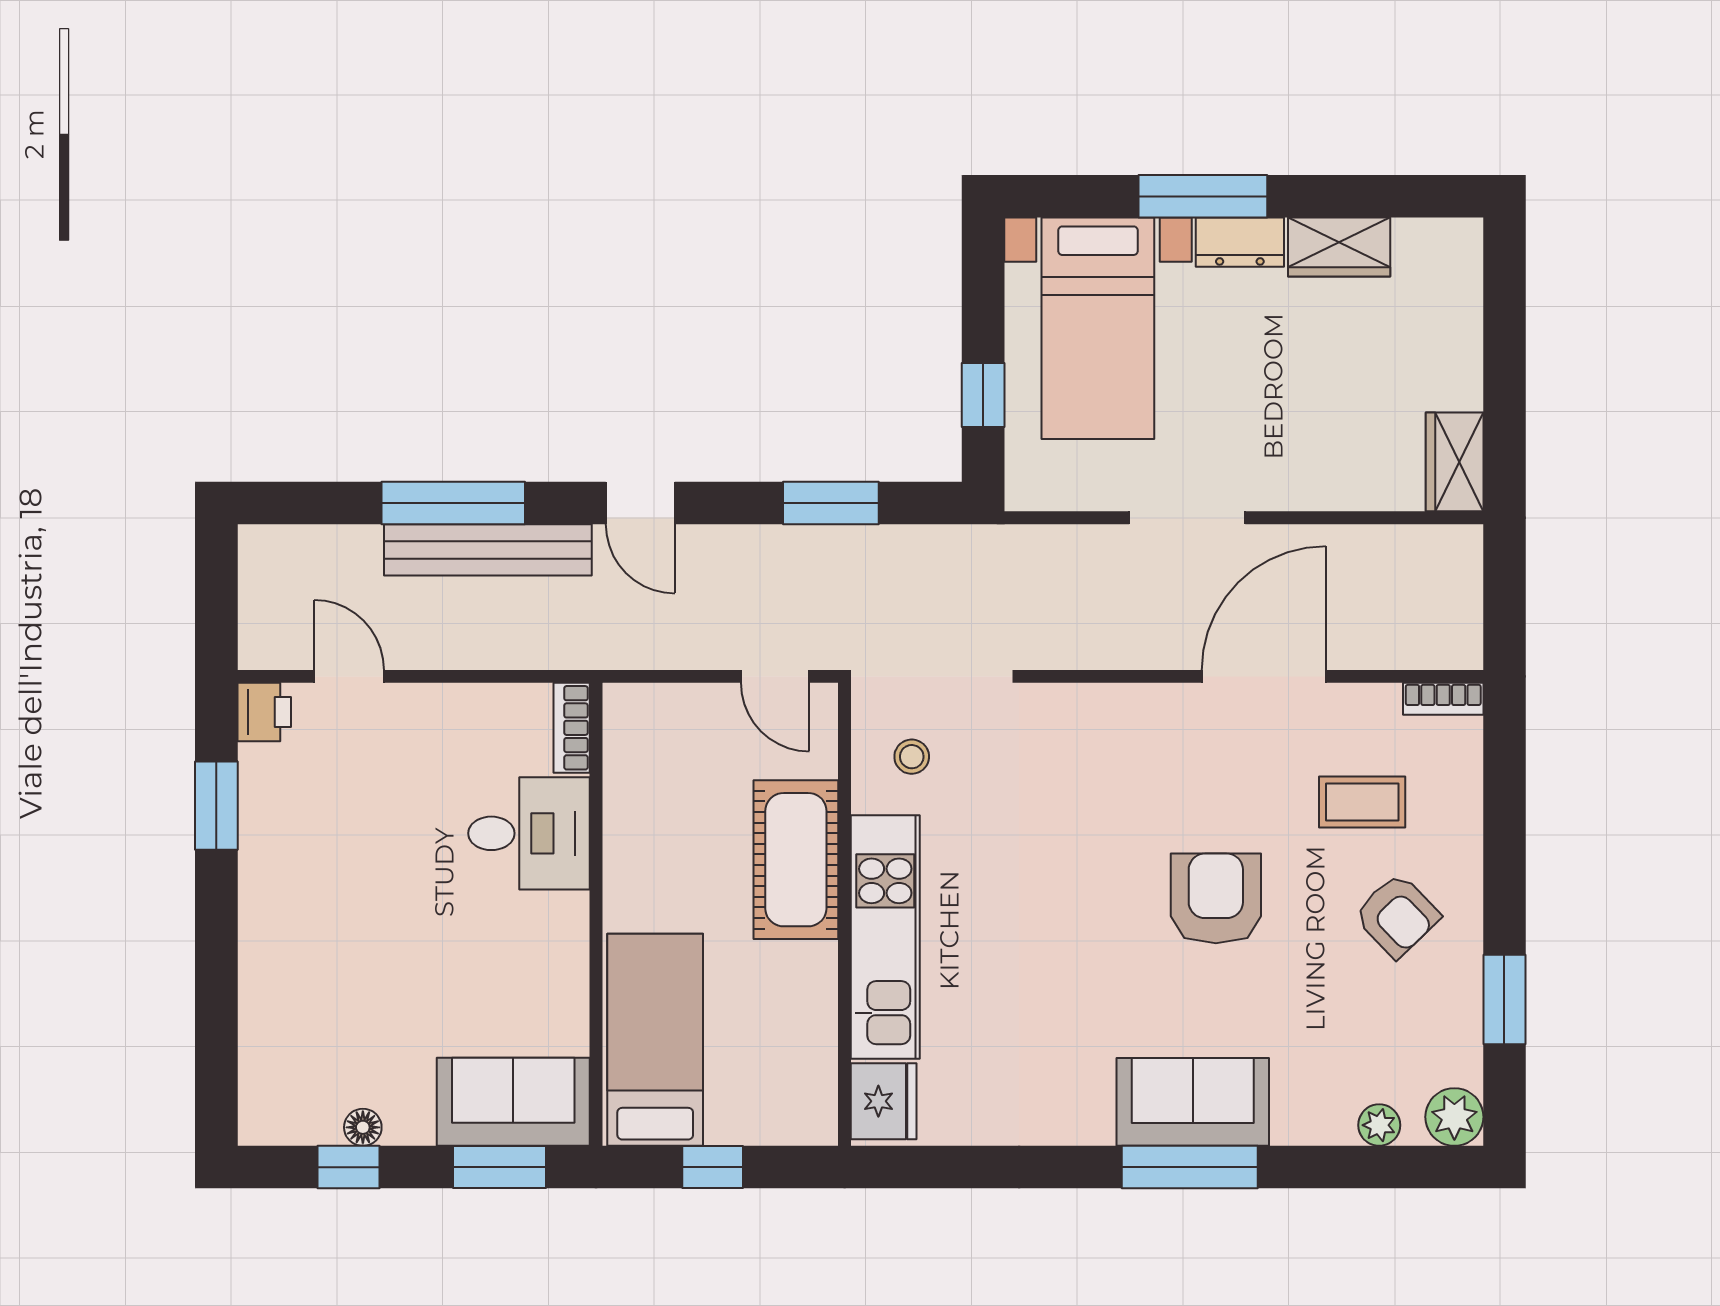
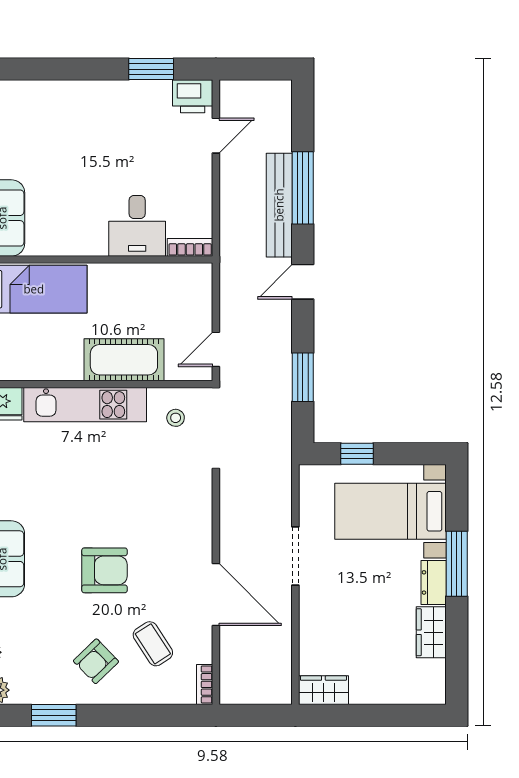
printer: (264, 712) -> (193, 96), width x1.36, depth x1.24
coffee table: (1362, 802) -> (153, 644), turned -33

